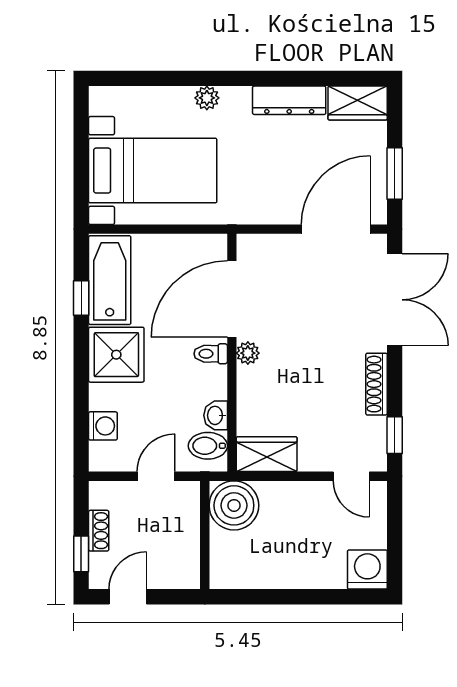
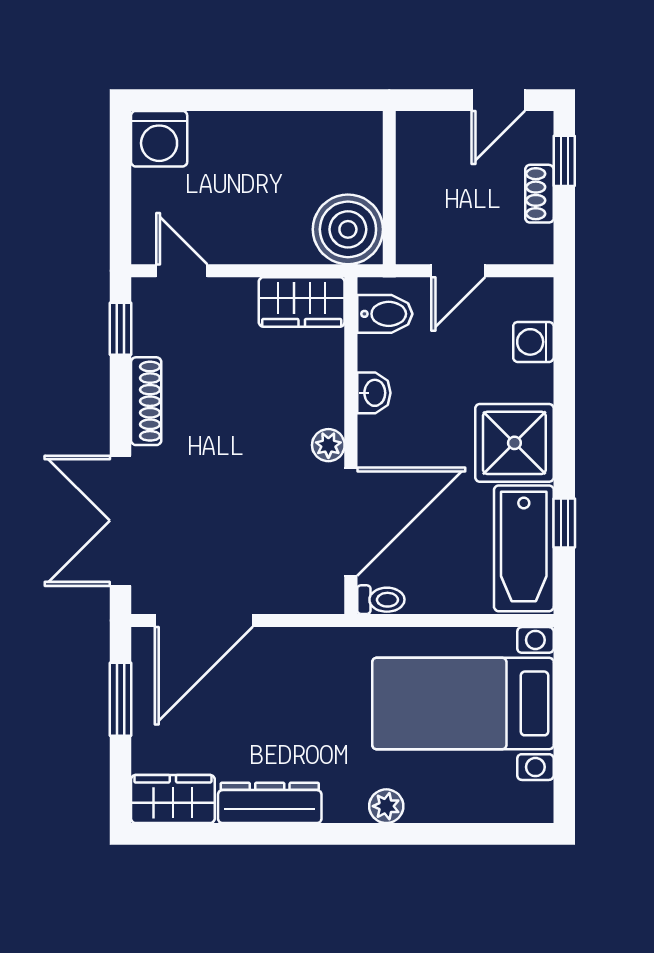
toilet: (211, 354) -> (381, 600), moved
washbasin: (216, 415) -> (374, 393), moved

